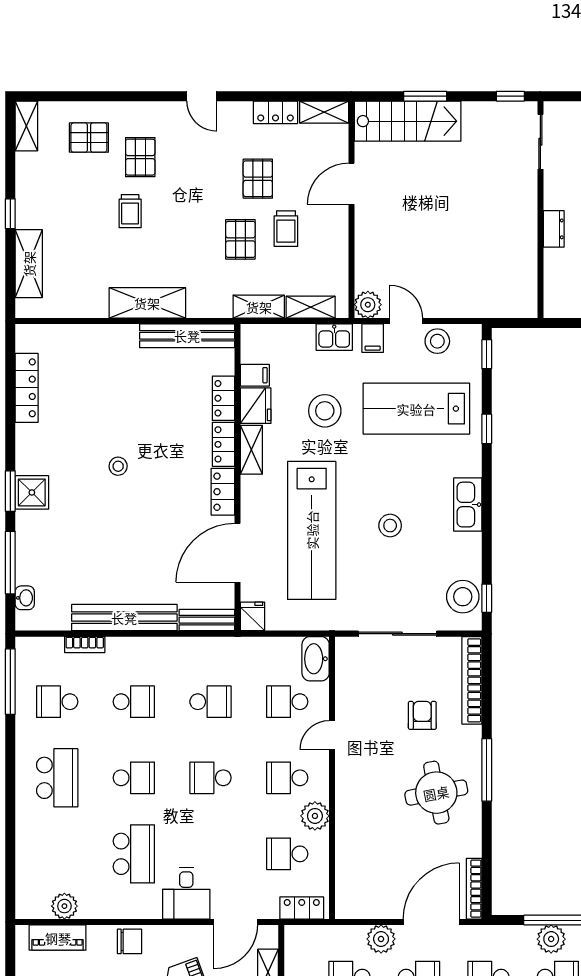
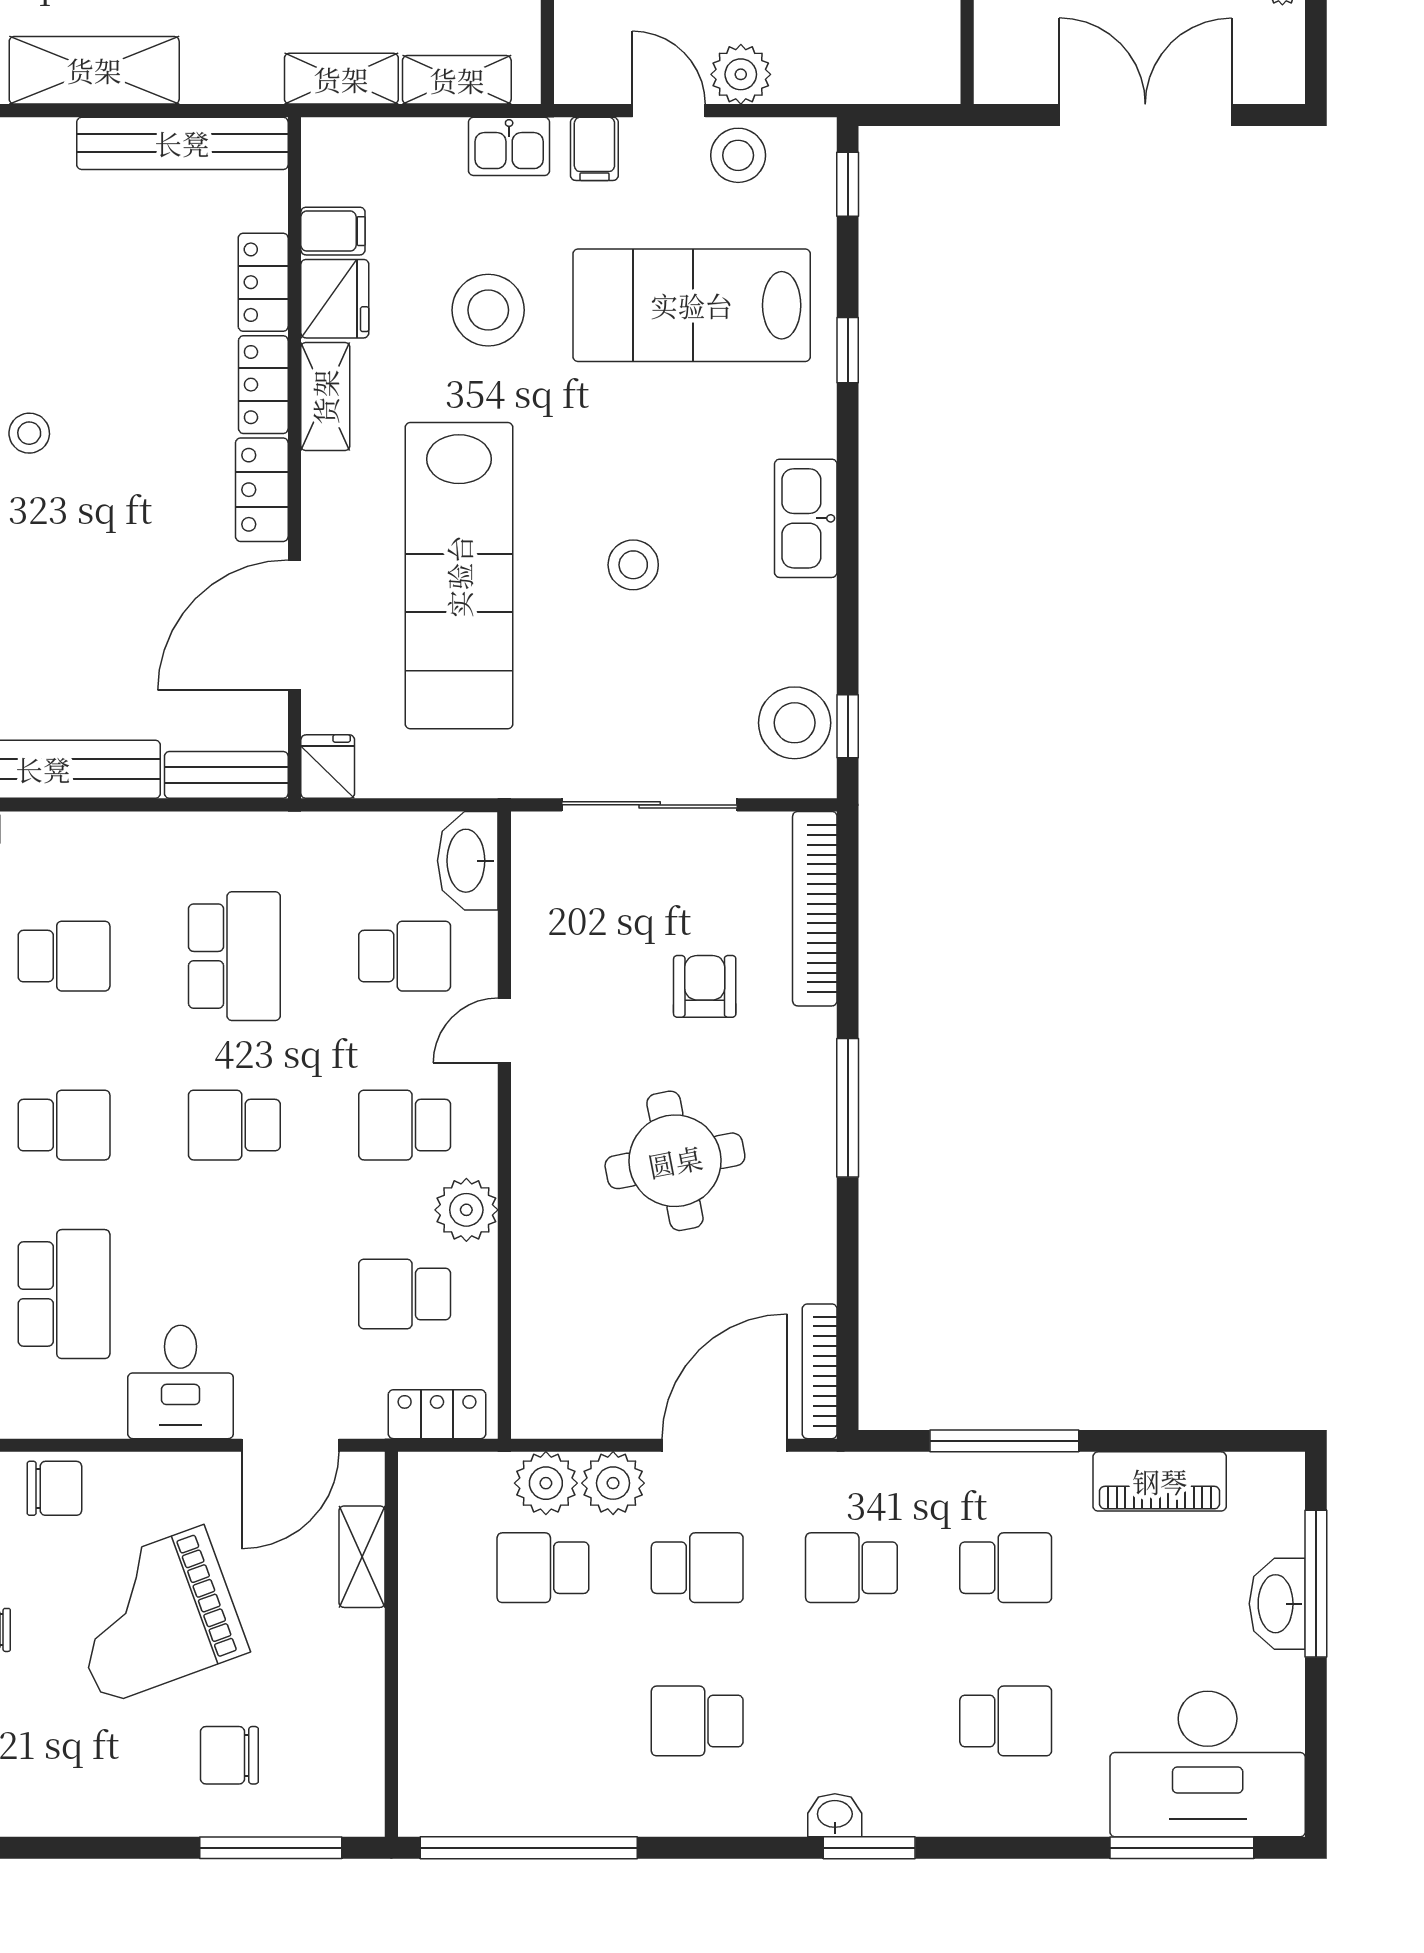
plant: (368, 305) -> (741, 74), moved
school desk: (210, 702) -> (234, 956), width x1.85
school desk: (287, 702) -> (405, 956), turned 180
round table: (436, 793) -> (675, 1161), moved
plant: (551, 939) -> (546, 1483), moved

